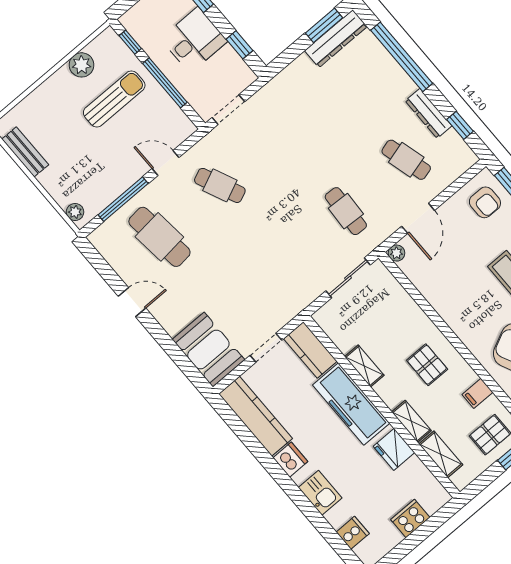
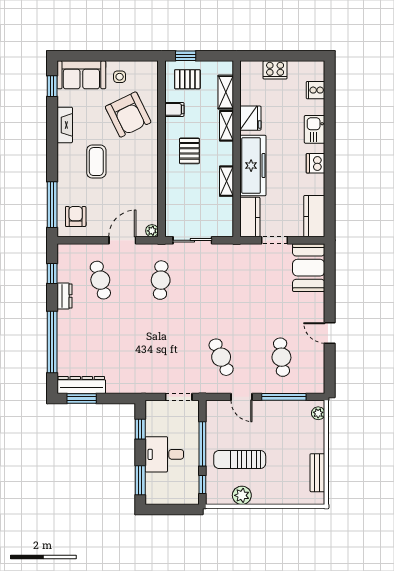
dresser: (428, 113) -> (64, 296), width x0.70
cafe table: (159, 237) -> (281, 357), width x0.73, depth x0.74
kitchen counter: (256, 416) -> (314, 216), width x0.67

